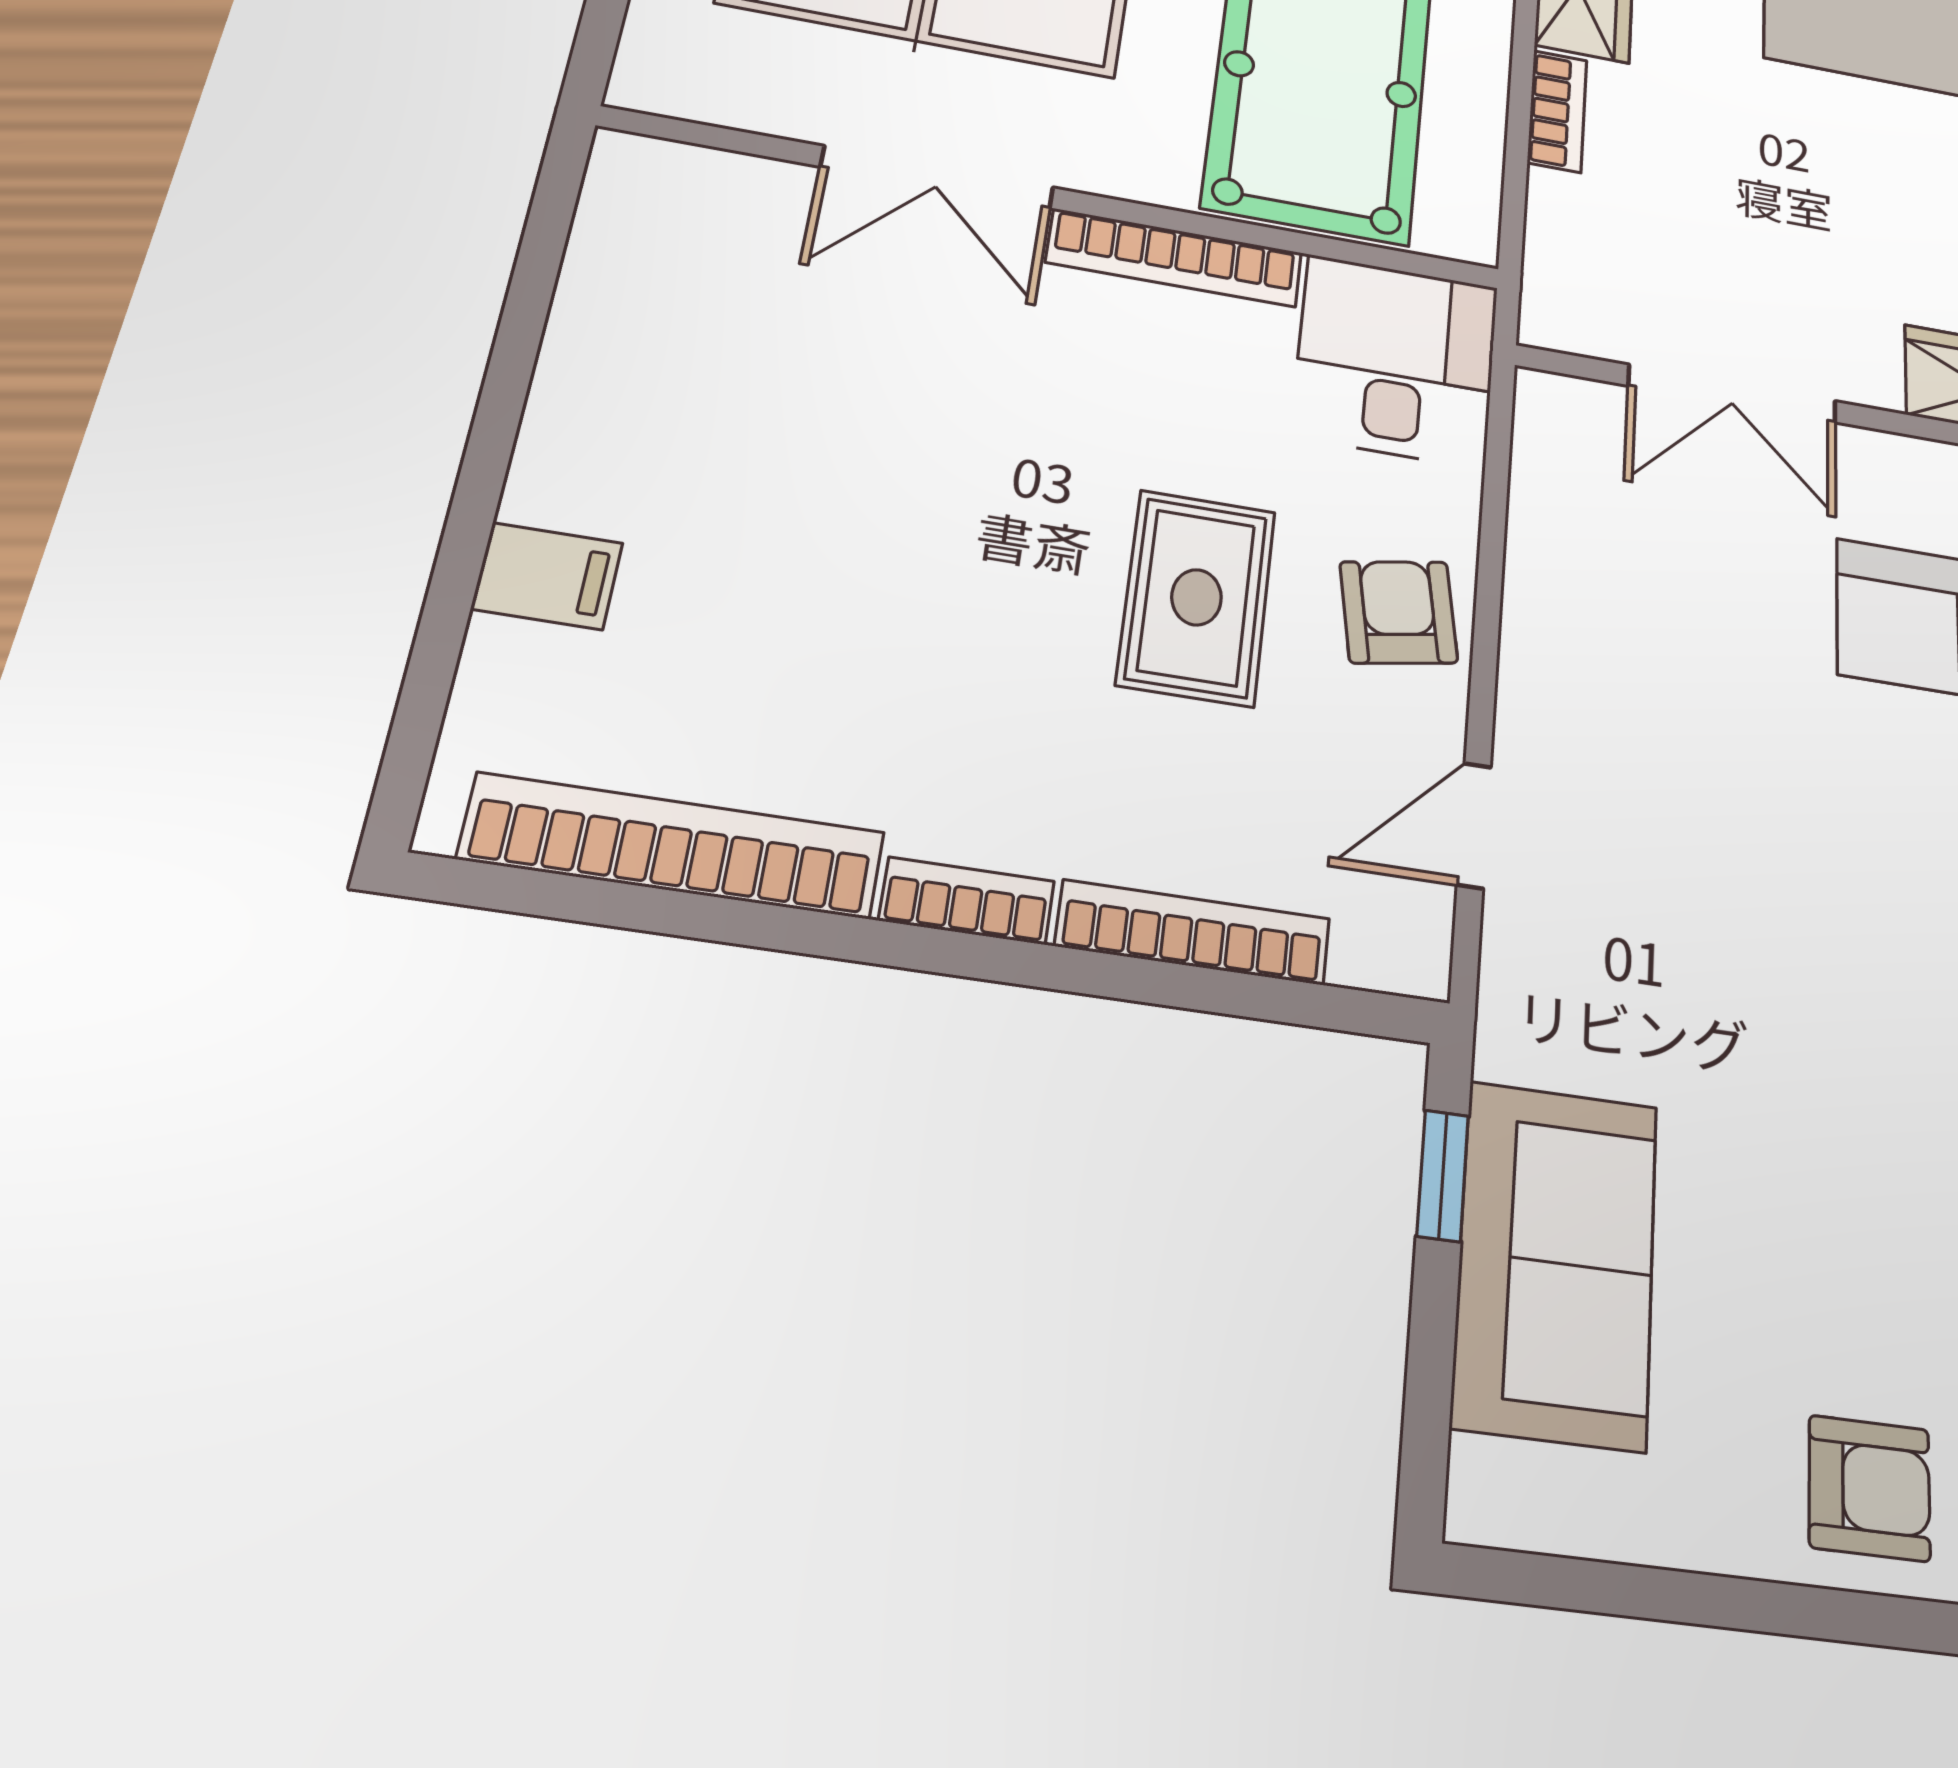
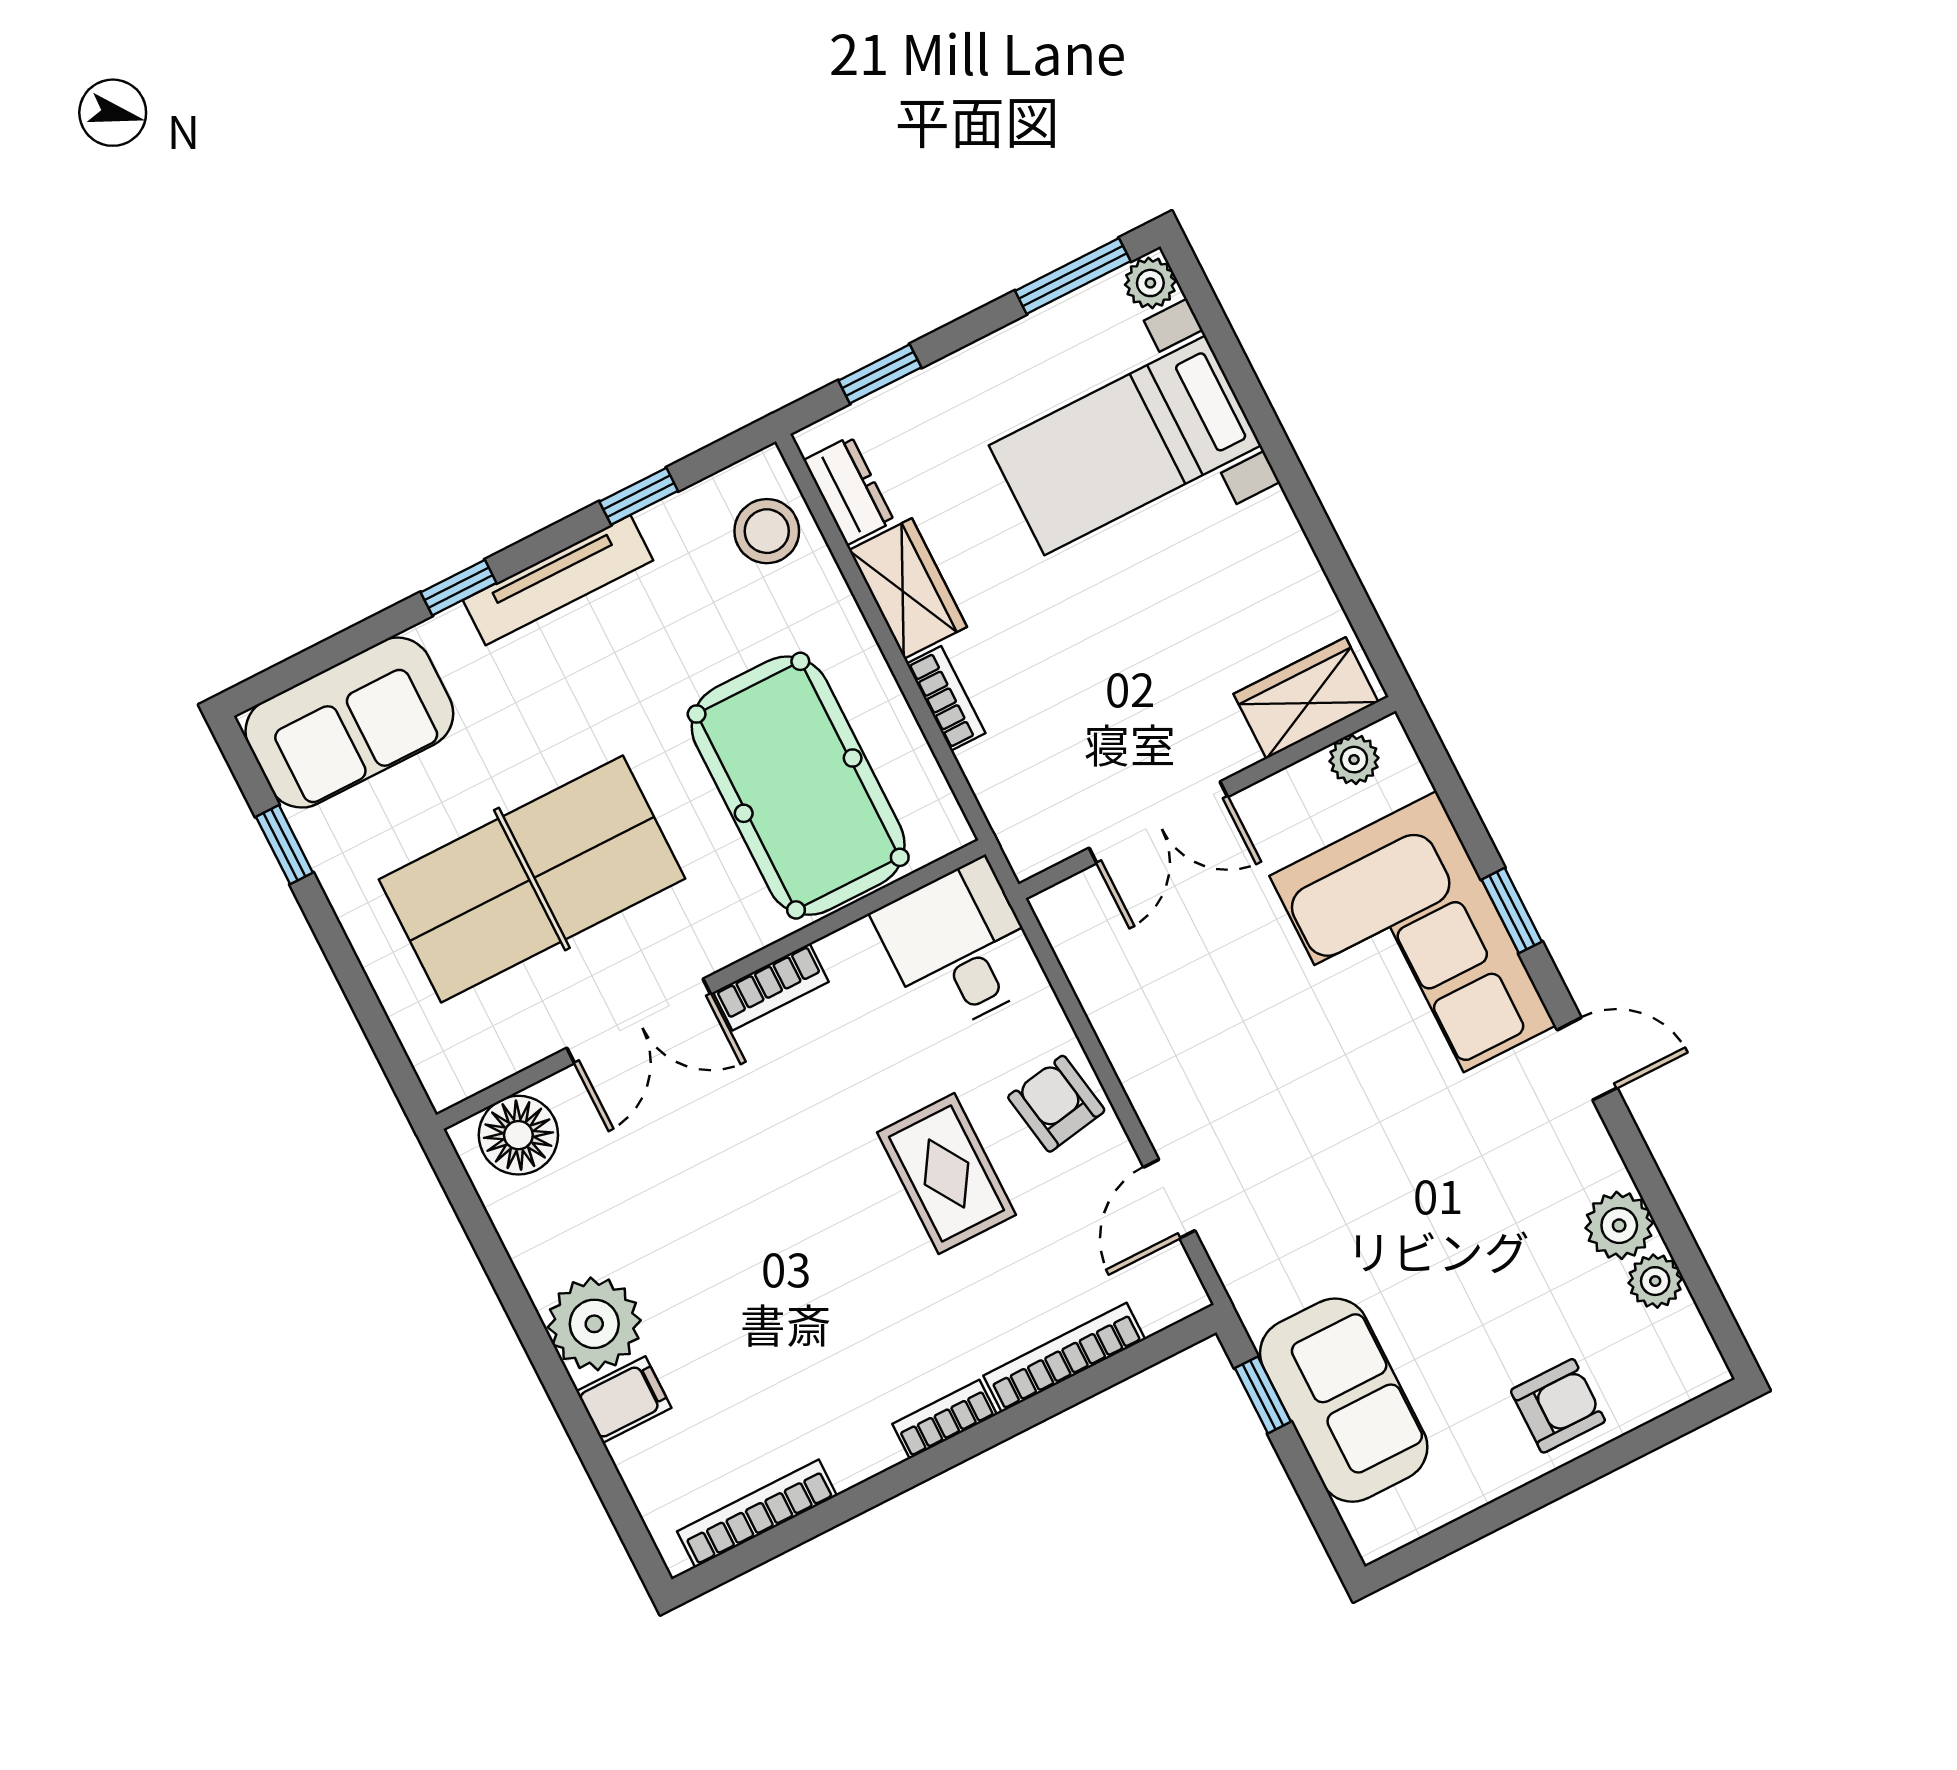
floor lamp: (683, 193) -> (518, 1135), added
bookcase: (1175, 258) -> (771, 987), width x0.64
plant: (589, 460) -> (594, 1324), added
bookcase: (673, 846) -> (757, 1514), width x0.68, depth x0.76

